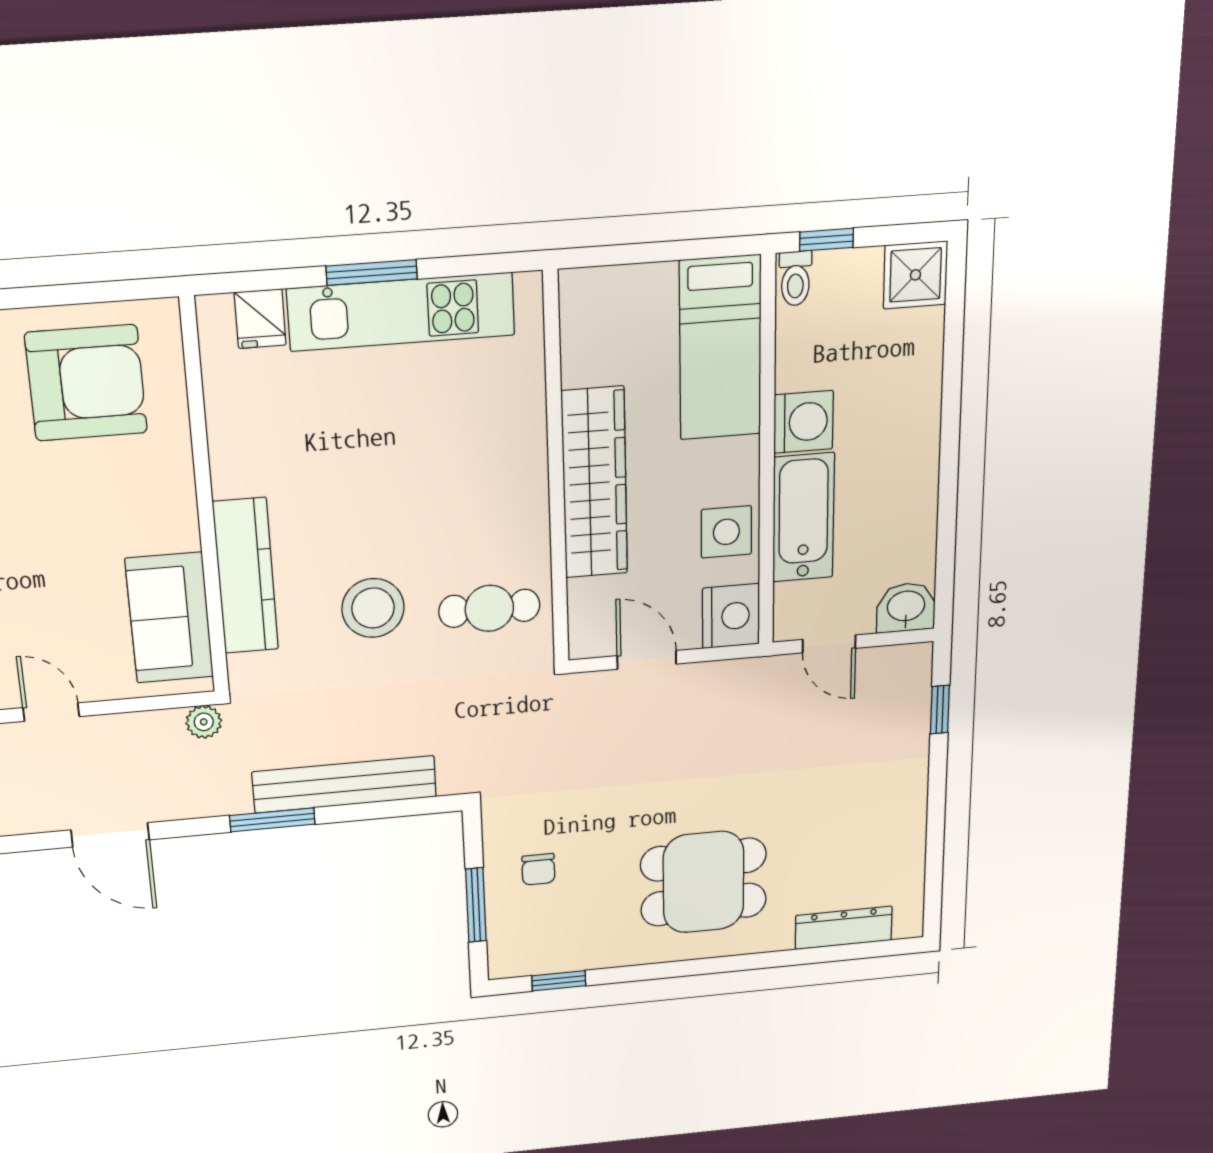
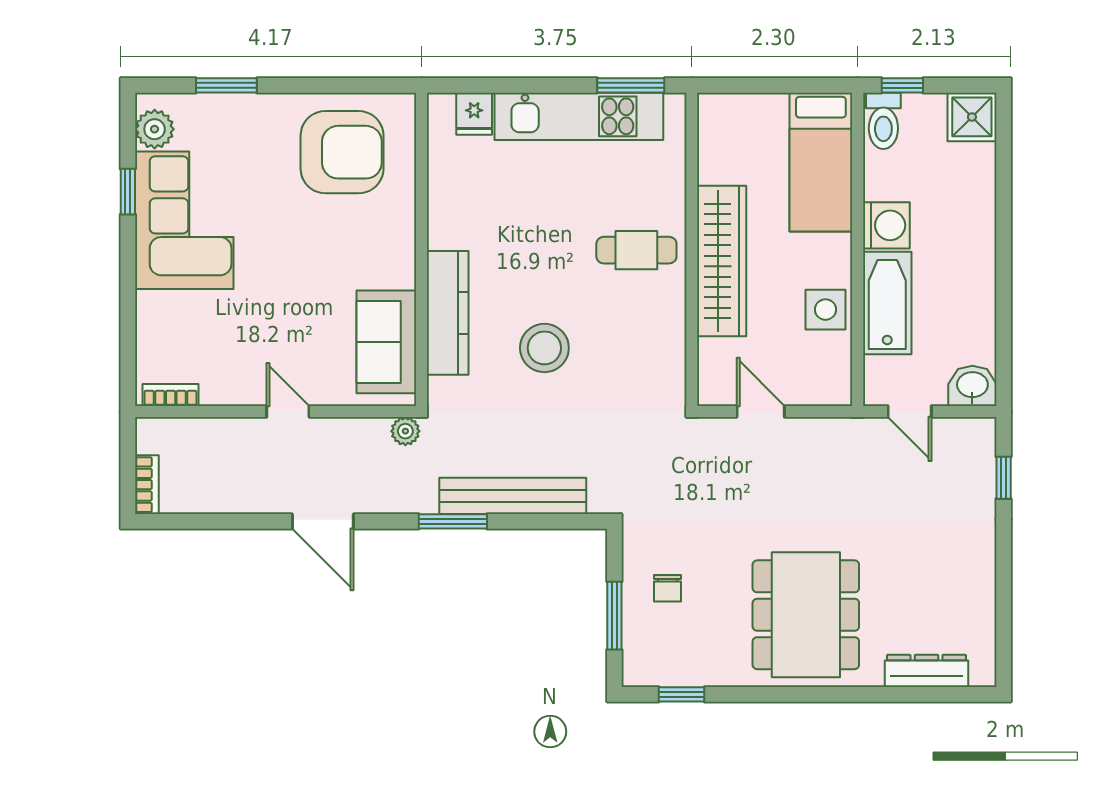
window: (372, 272) -> (631, 85), moved
toilet: (795, 278) -> (883, 121), width x1.37, depth x1.39
cafe table: (489, 608) -> (636, 250), moved
nightstand: (731, 616) -> (829, 380), removed
dining table: (703, 882) -> (806, 615), width x1.37

